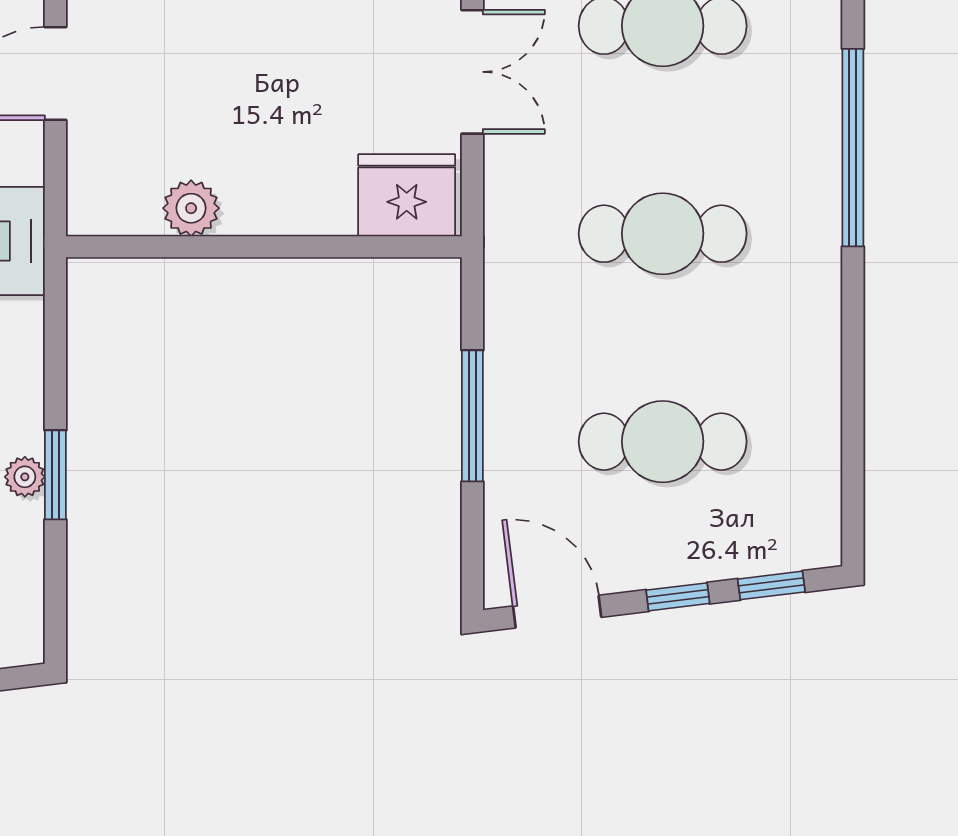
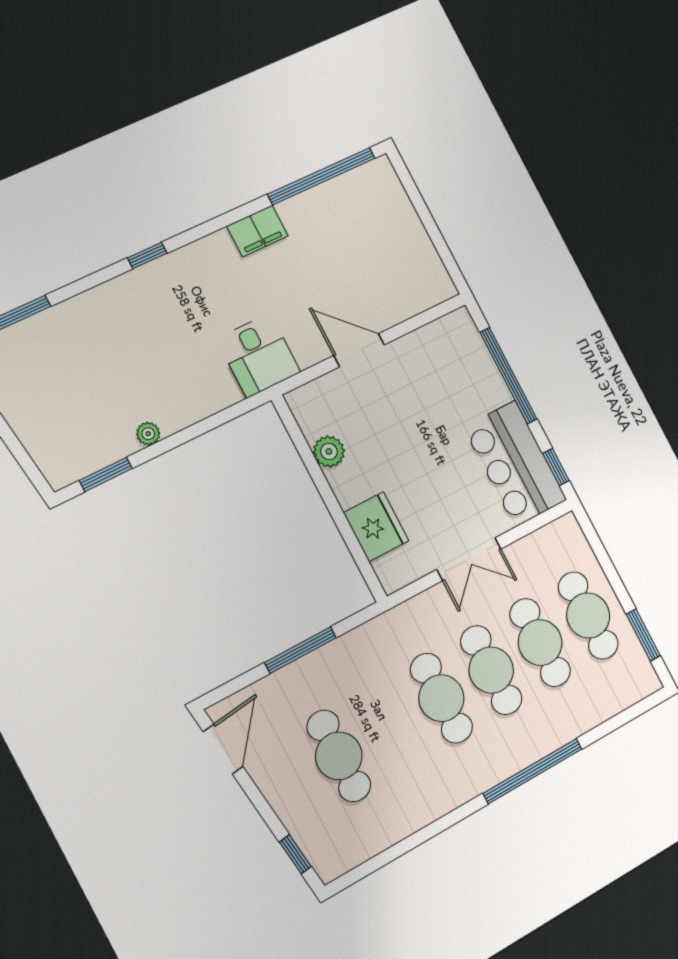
cafe table: (663, 130) -> (491, 670), added
fridge: (407, 195) -> (376, 527), moved
window: (55, 475) -> (106, 474), moved
window: (678, 597) -> (264, 808), removed

